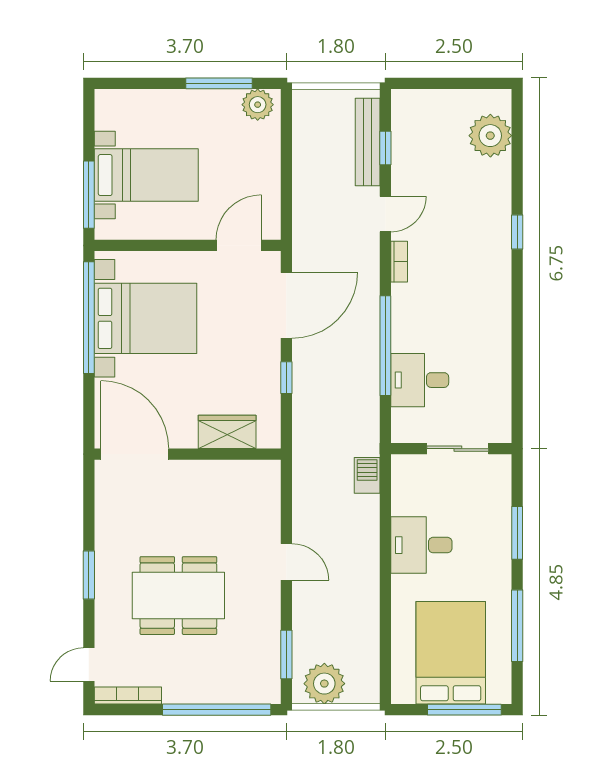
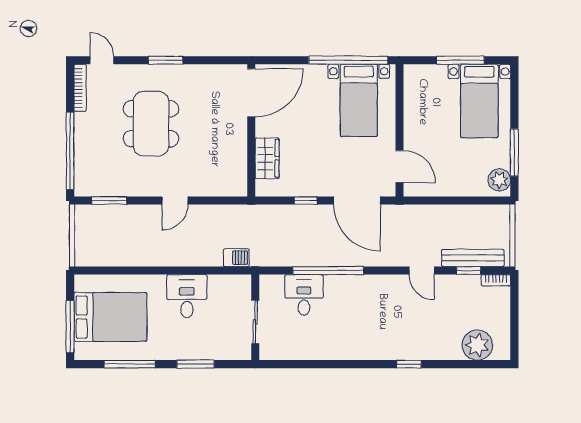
bed with nightstands: (146, 175) -> (479, 101), moved
window: (89, 195) -> (460, 60), moved
bookcase: (399, 262) -> (496, 280), moved
bed with nightstands: (145, 318) -> (359, 100), width x0.73
plant: (324, 684) -> (89, 227), removed

